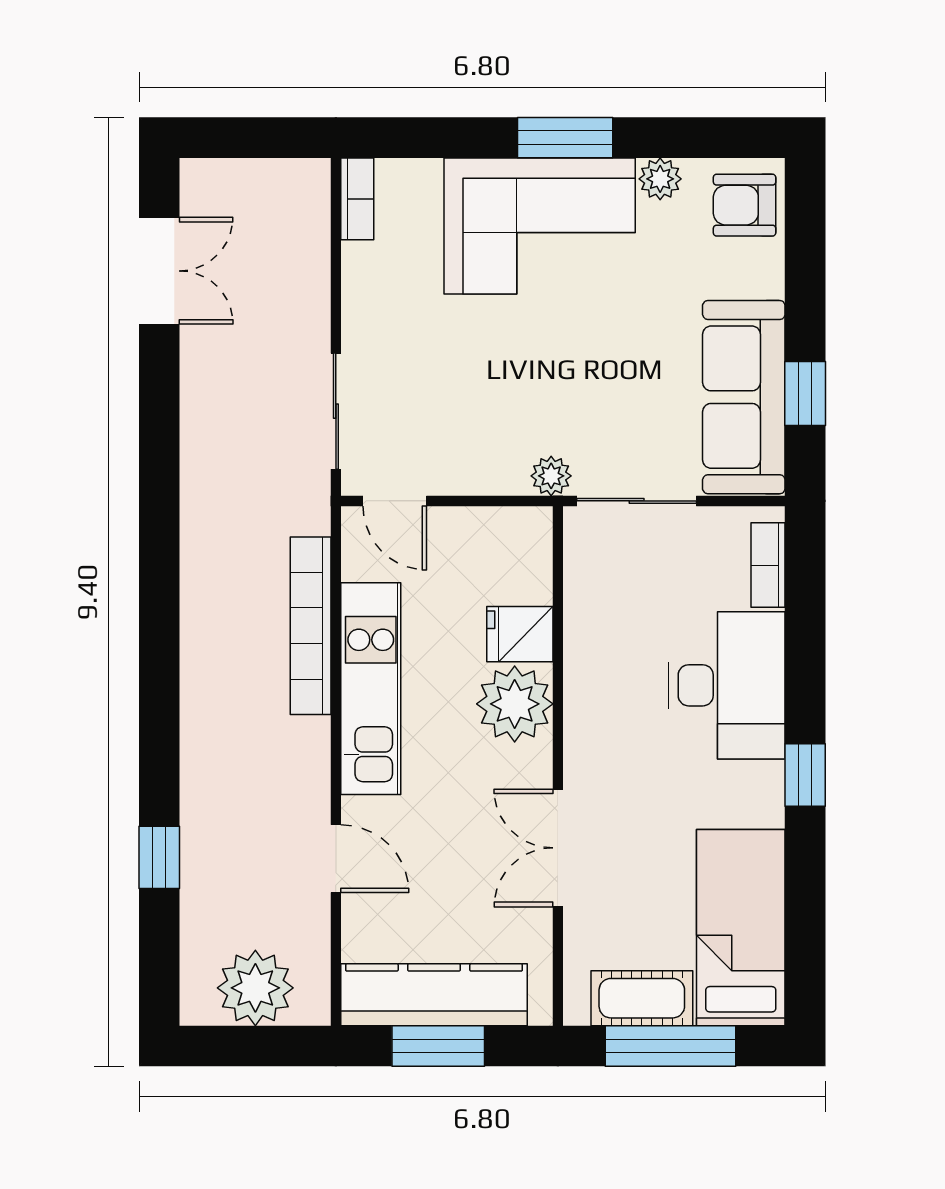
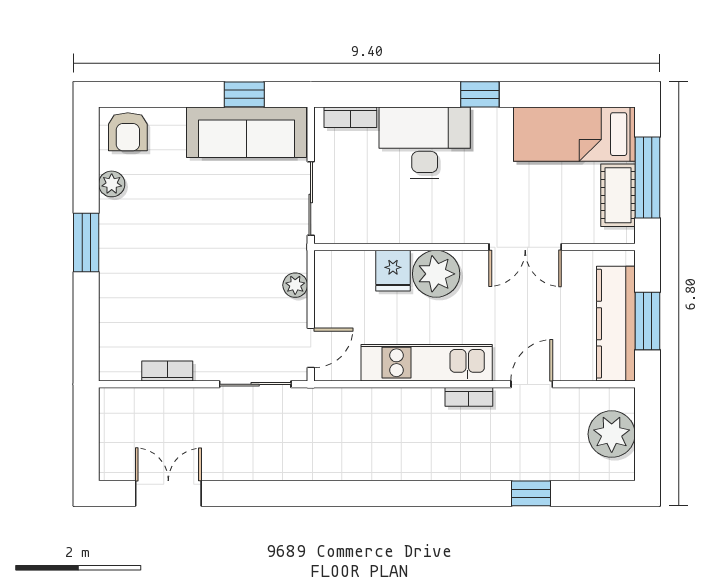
bookcase: (357, 199) -> (167, 371), moved
corner sofa: (540, 226) -> (141, 258), removed
plant: (551, 476) -> (295, 285), moved
bookcase: (311, 626) -> (469, 397), moved, width x0.43, depth x0.76

